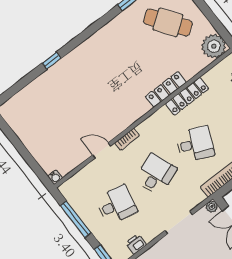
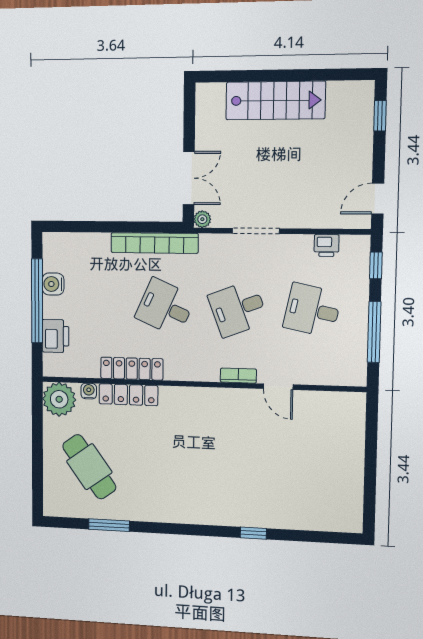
locker: (166, 89) -> (128, 395), moved
water cooler: (55, 177) -> (89, 391), moved

